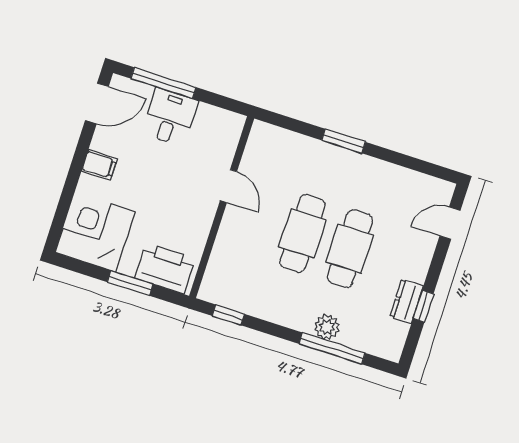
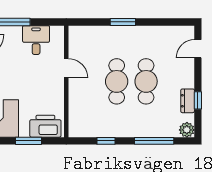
desk: (170, 117) -> (36, 40), moved
window: (228, 315) -> (106, 141), moved
plant: (327, 327) -> (187, 130), moved

